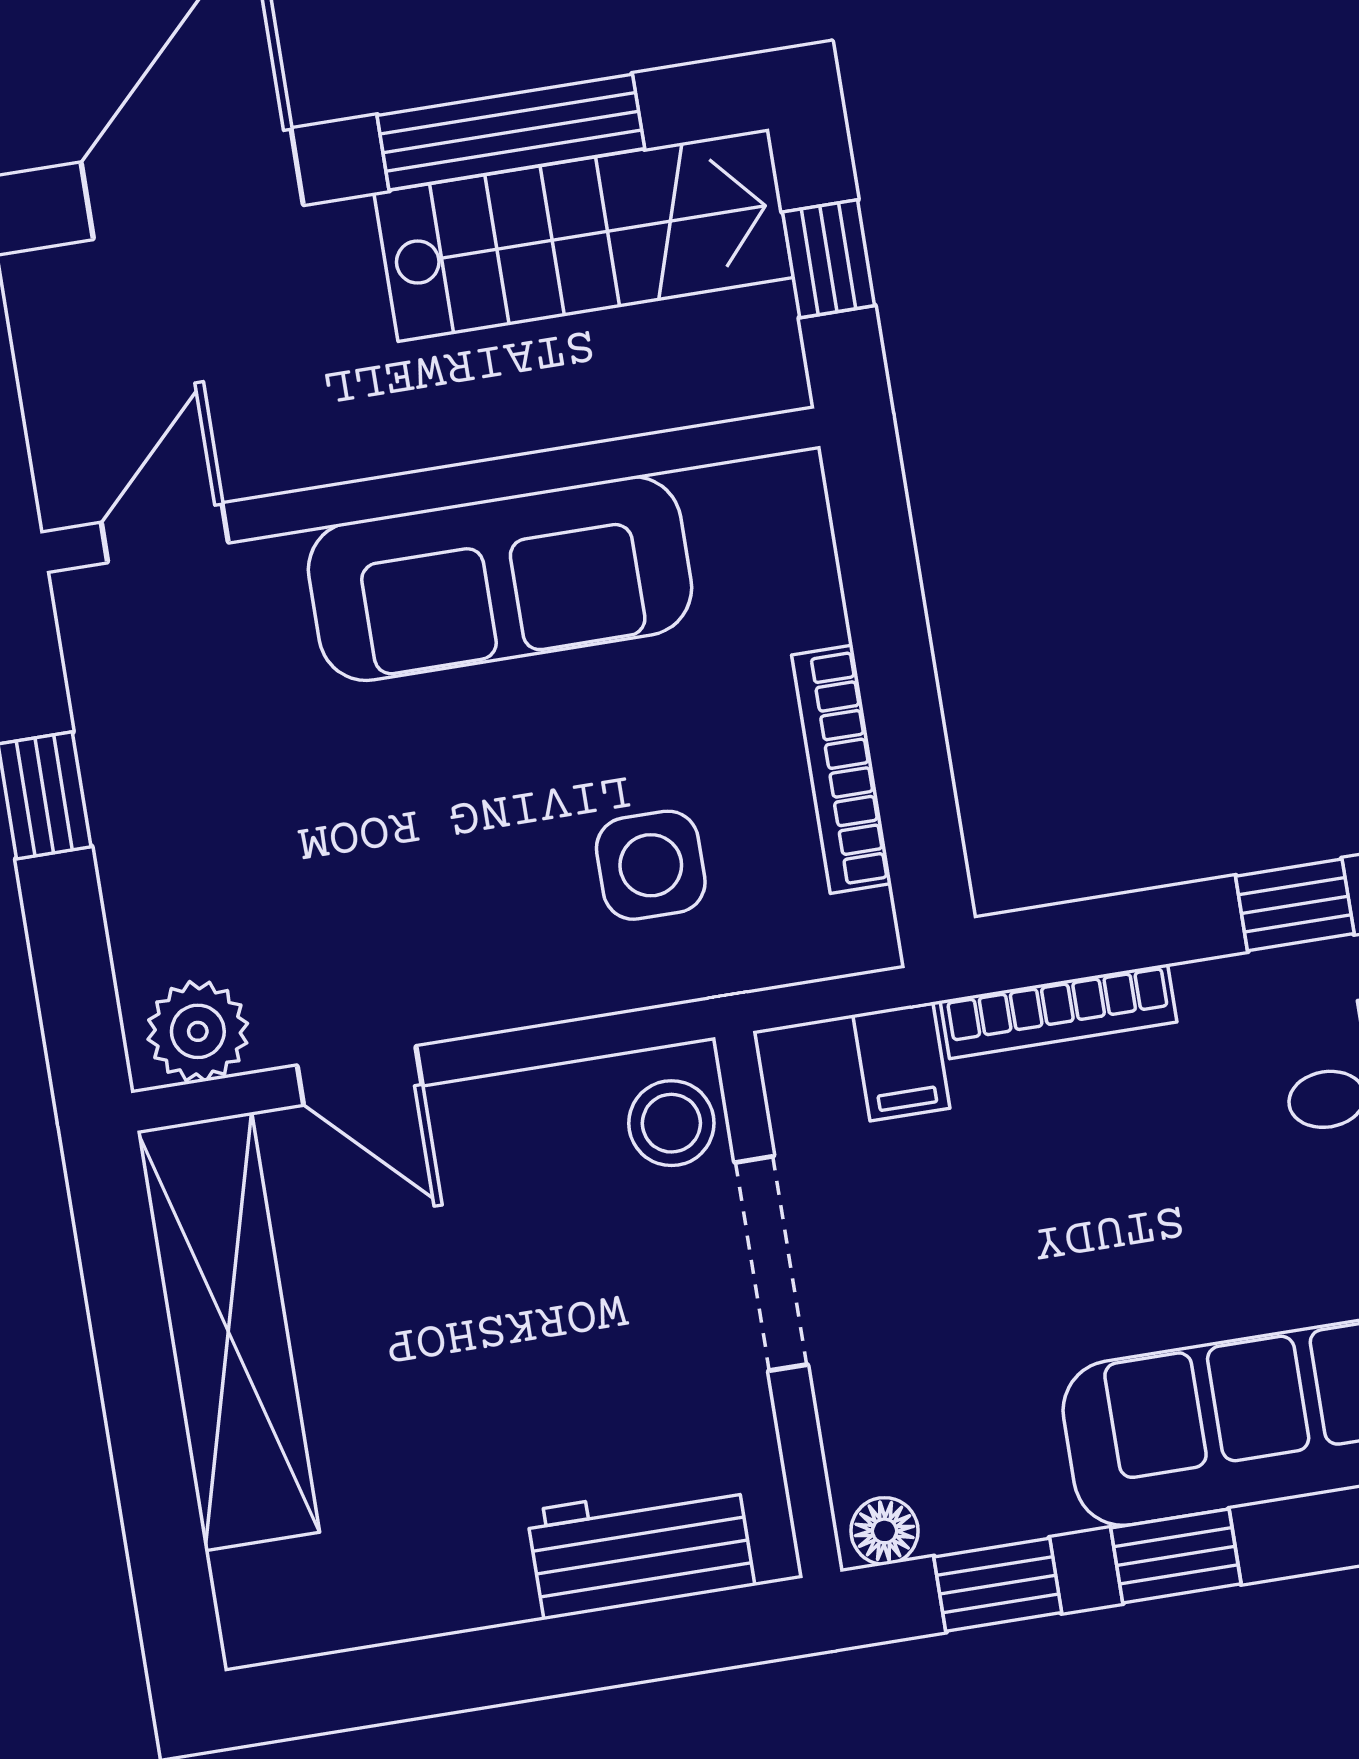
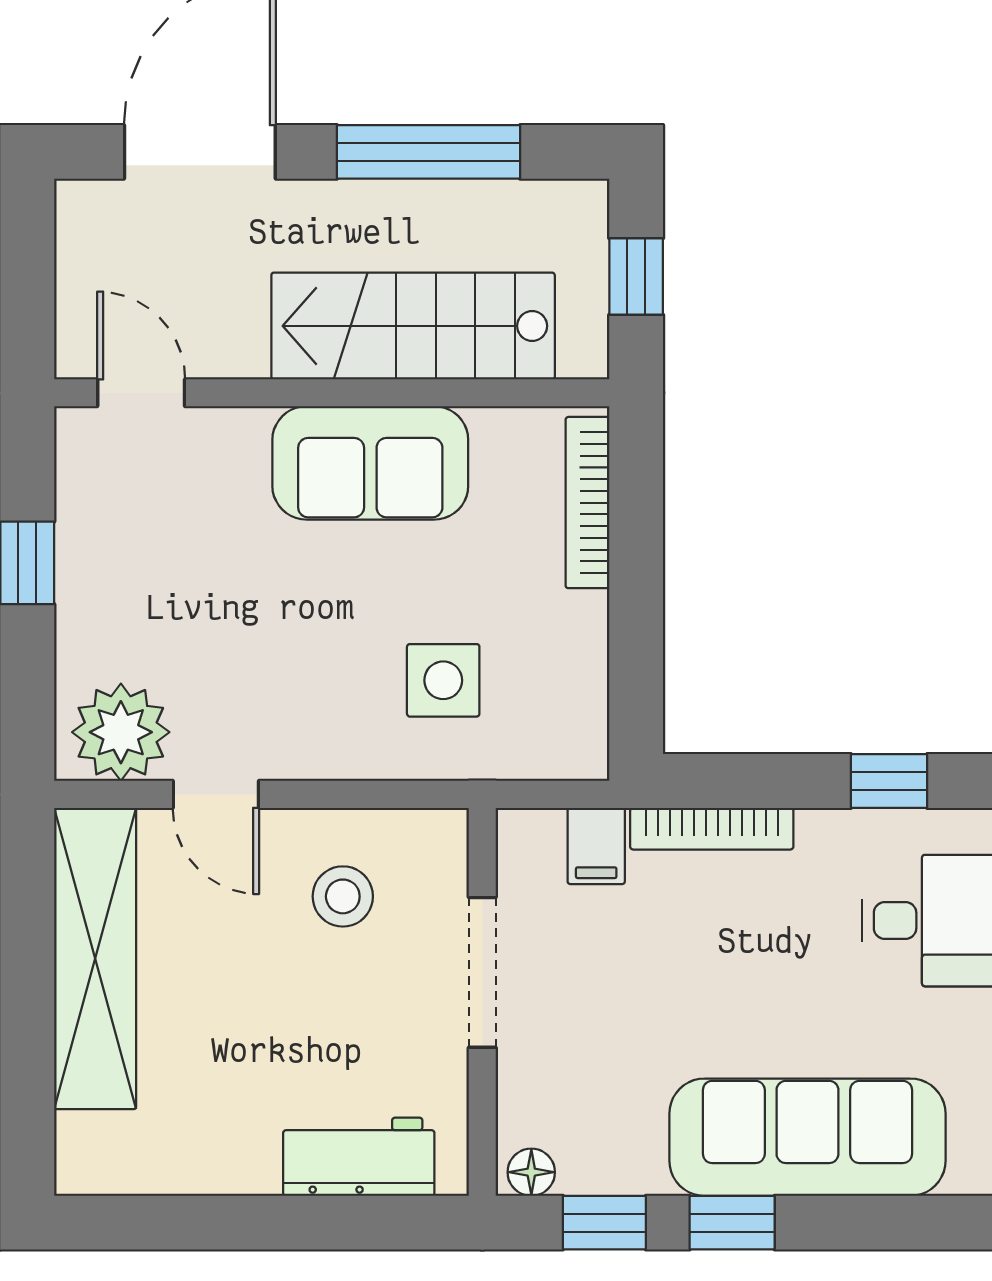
stairs: (584, 235) -> (413, 326), moved, turned 180
door: (165, 533) -> (141, 393), hinge flipped
sofa: (500, 579) -> (370, 463), width x0.73
bookcase: (842, 769) -> (588, 503), moved
plant: (198, 1031) -> (121, 732), width x1.36, depth x1.36
stool: (671, 1123) -> (343, 896), moved

